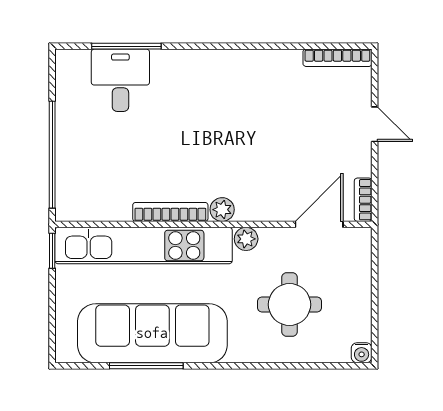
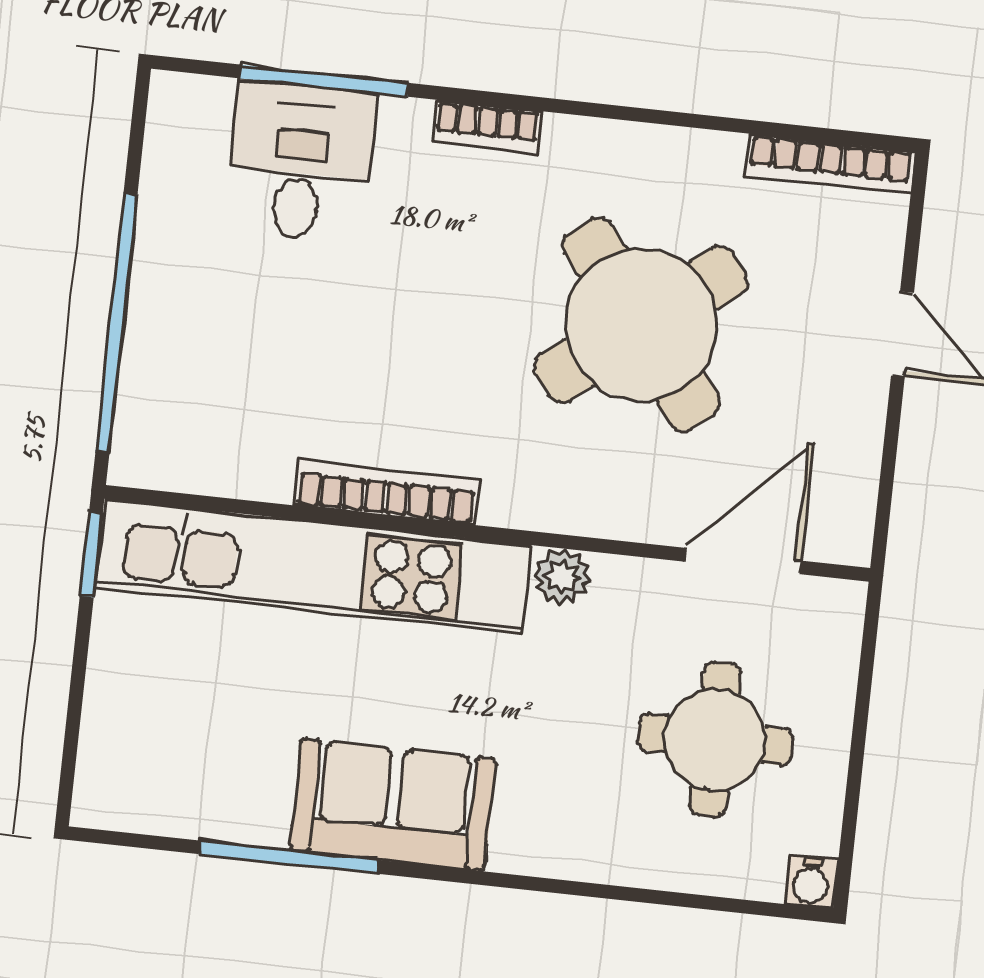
round table: (267, 132) -> (641, 324), added
bookcase: (363, 200) -> (487, 126), moved, turned -90
plant: (222, 210) -> (512, 500), removed
round table: (290, 305) -> (715, 739), moved
sofa: (152, 333) -> (393, 805), width x0.54, depth x0.79

